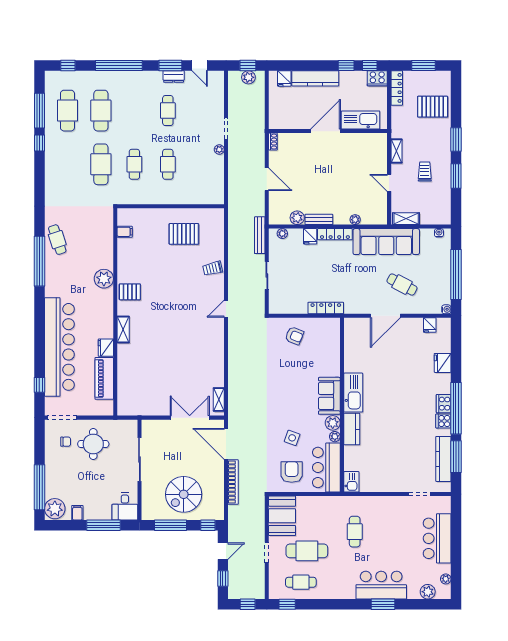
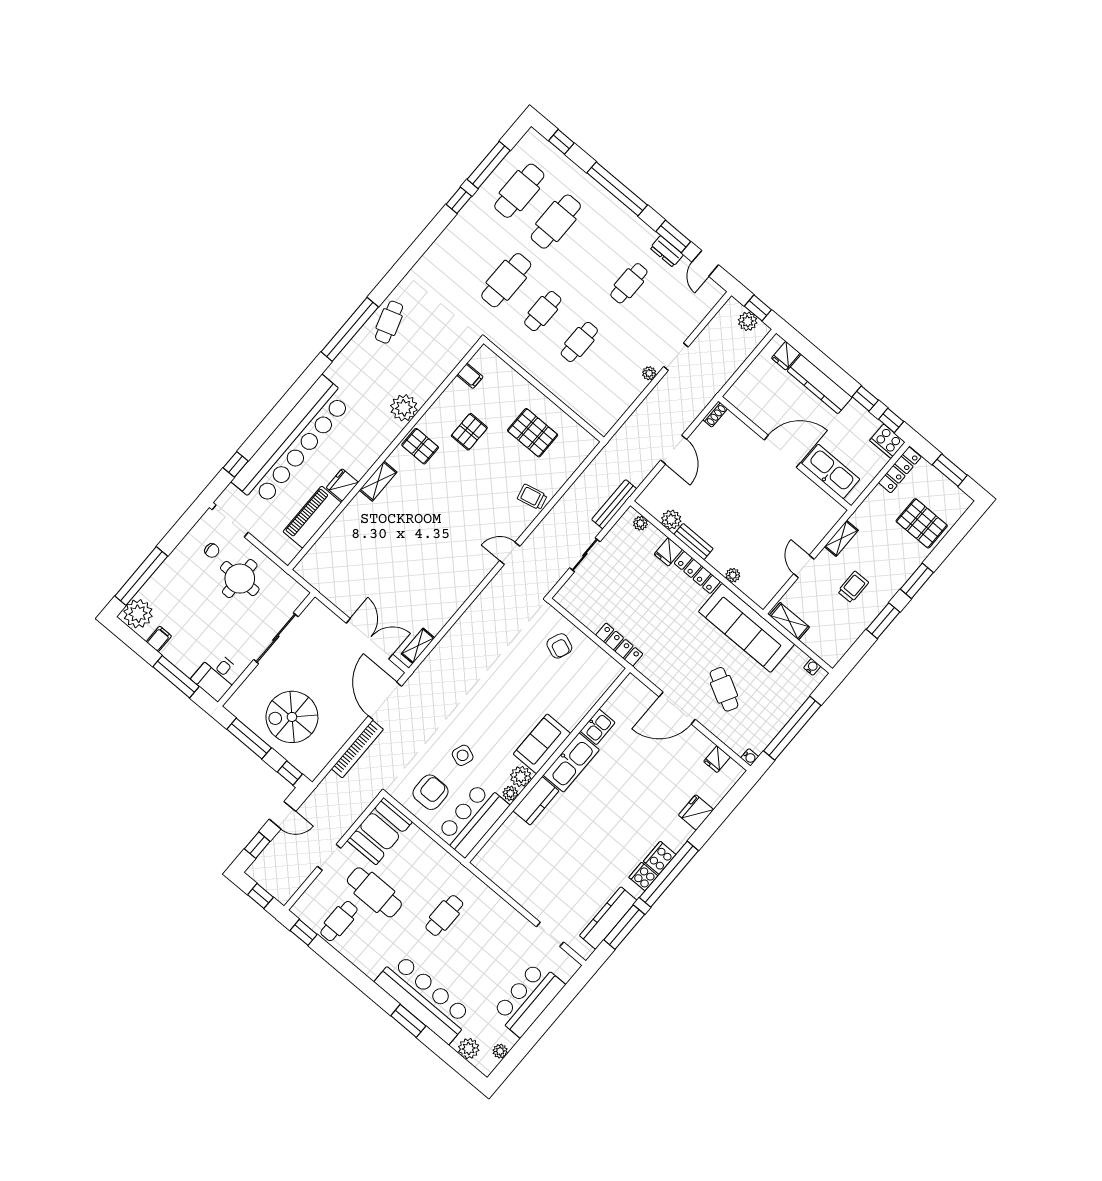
pallet: (150, 262) -> (469, 432), added
kitchen sink: (351, 482) -> (598, 727), moved
cafe table: (301, 582) -> (339, 921), turned 90
bar counter: (381, 585) -> (424, 998), width x1.36

